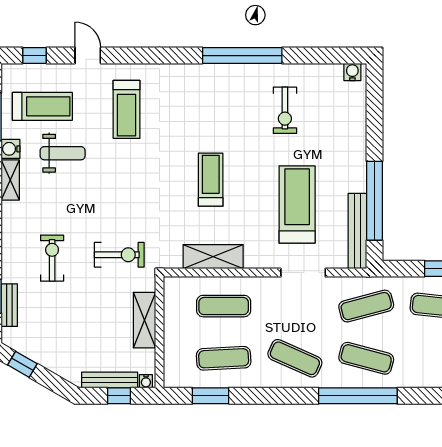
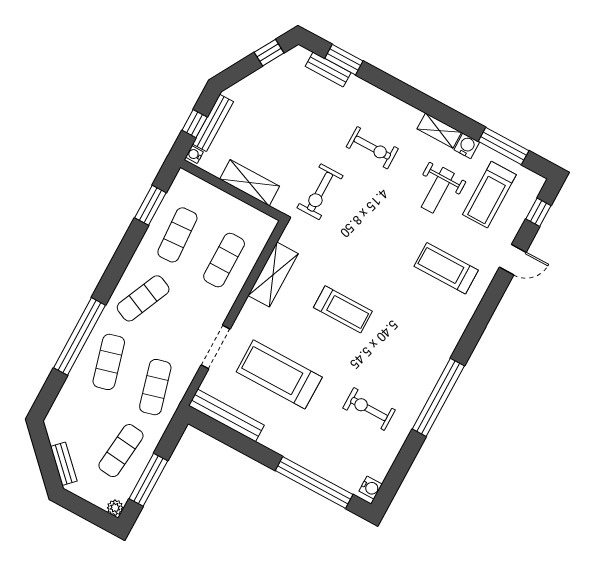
window: (375, 201) -> (314, 483), moved
treadmill: (297, 204) -> (279, 374), turned 180
exercise bike: (52, 258) -> (372, 148), moved
exercise mat: (366, 358) -> (109, 362), turned -30

